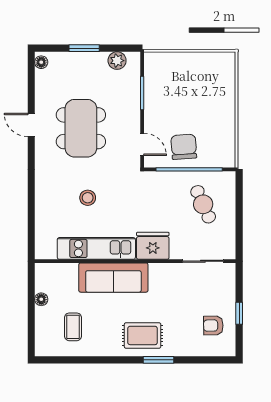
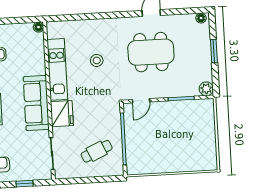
plant: (117, 61) -> (206, 89), moved
chair: (184, 147) -> (141, 134), removed
sofa: (113, 278) -> (36, 103), moved
floor lamp: (41, 299) -> (38, 27), moved
window: (239, 313) -> (25, 184), moved

